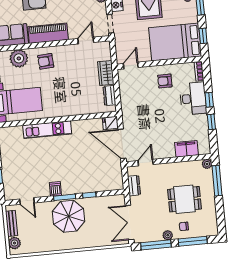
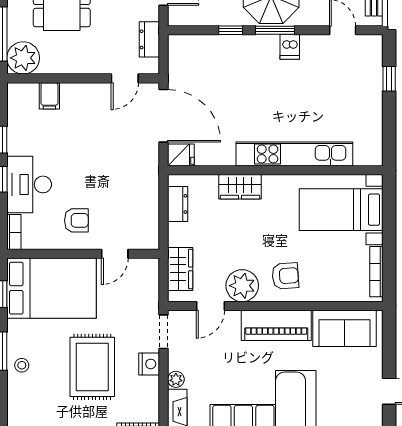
plant: (19, 58) -> (242, 286), moved
door: (131, 66) -> (115, 254), moved
wardrobe: (106, 73) -> (180, 269), moved
wardrobe: (76, 108) -> (240, 187), added
kitchen unit: (47, 130) -> (294, 154), width x1.36
filing cabinet: (187, 149) -> (49, 96), width x0.50
plant: (207, 164) -> (23, 58), width x1.87, depth x1.87

